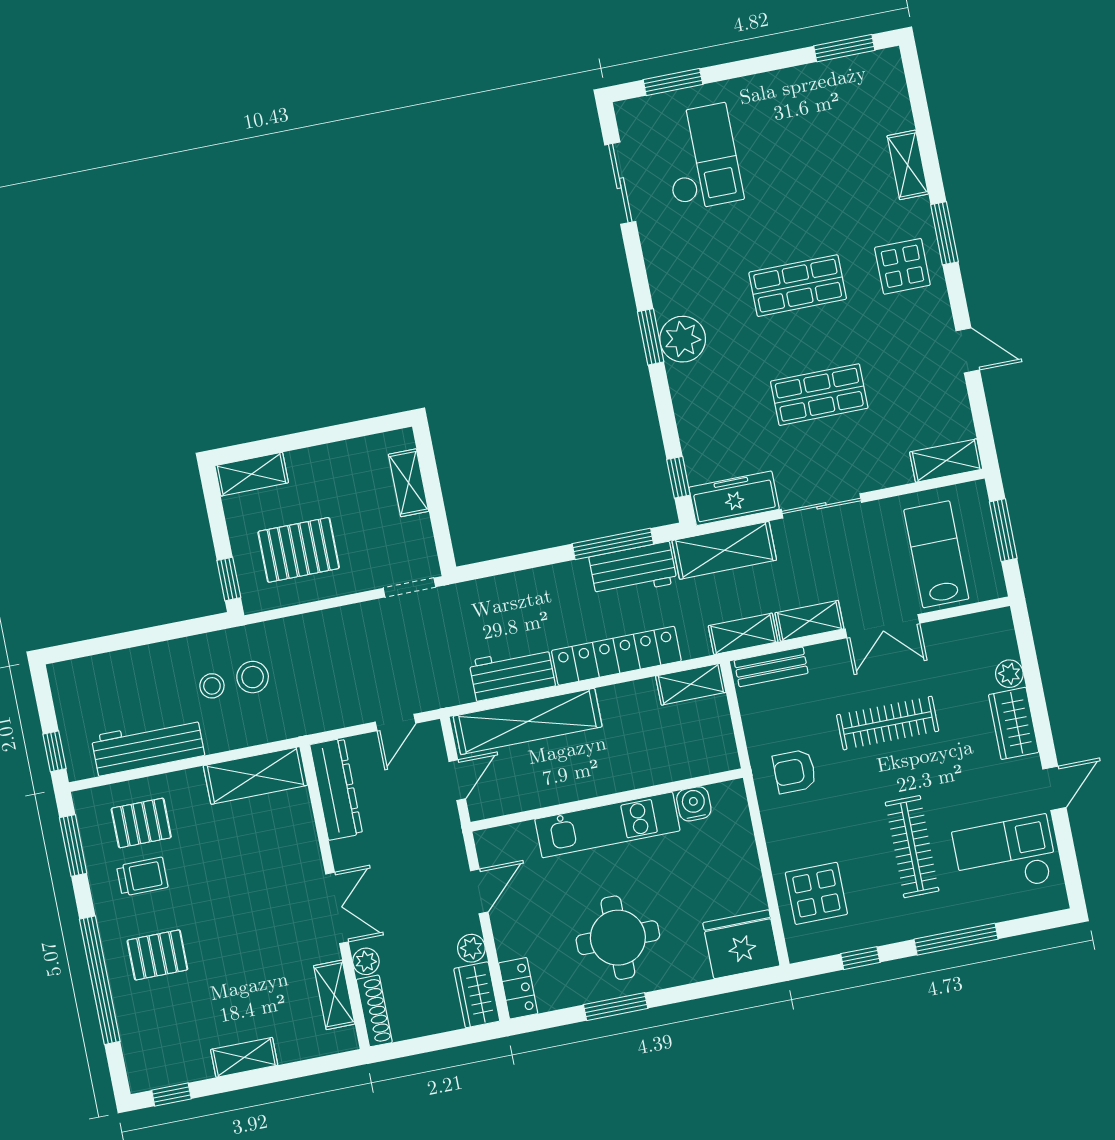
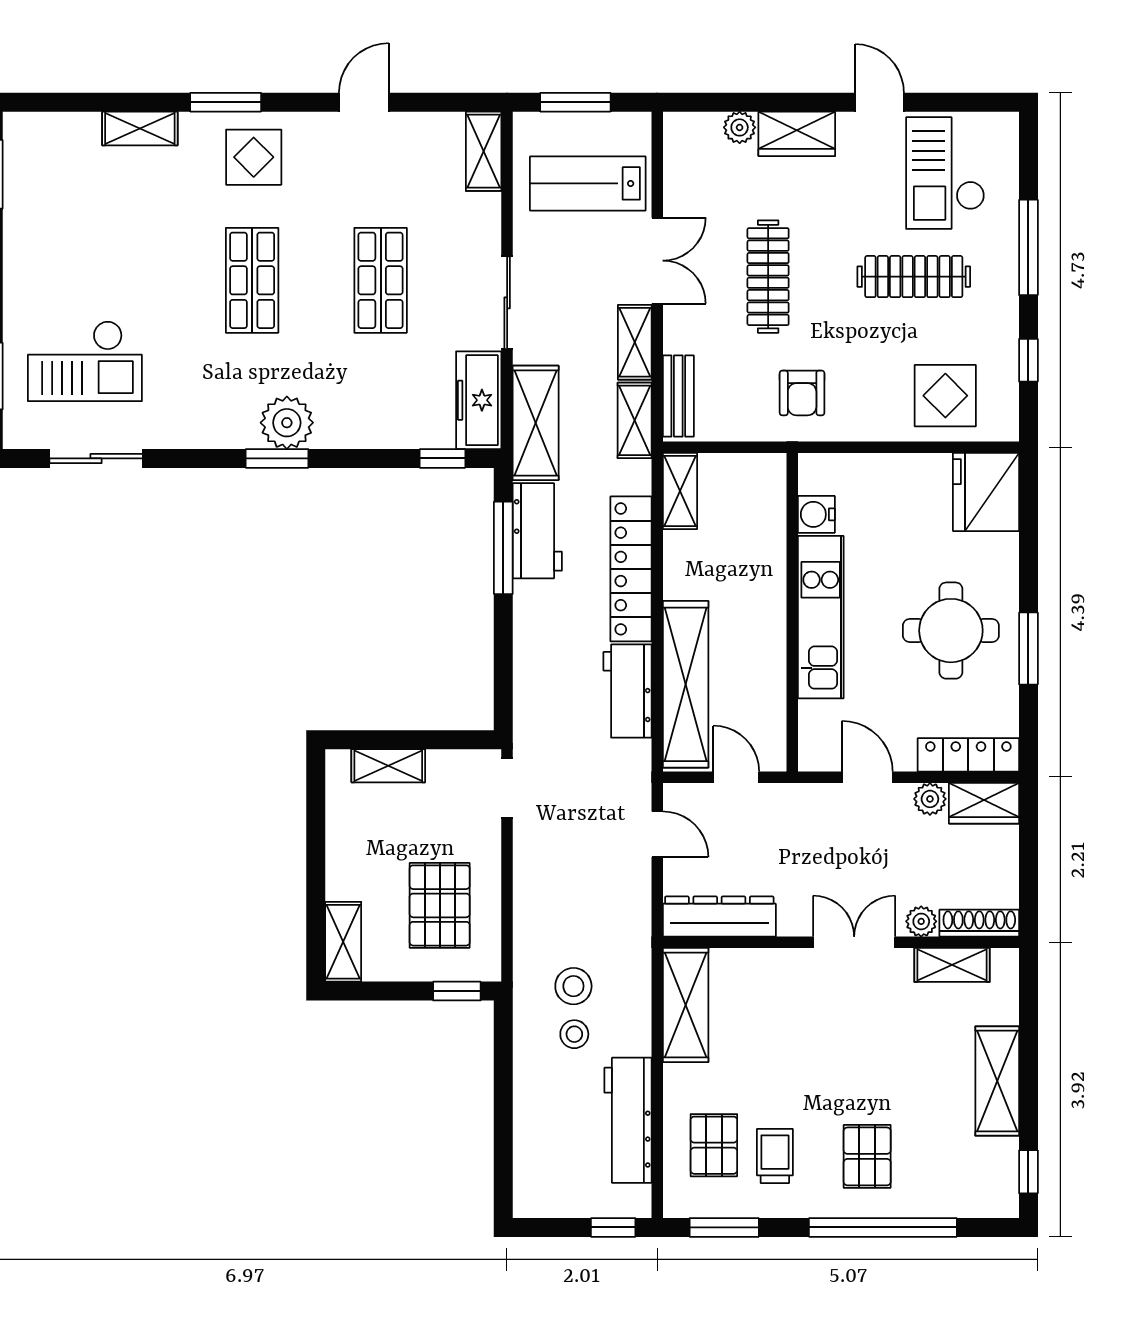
checkout: (701, 157) -> (85, 361), turned 180
locker: (518, 988) -> (968, 755), width x1.53
shelving: (244, 1057) -> (997, 1081), width x1.50, depth x1.33

